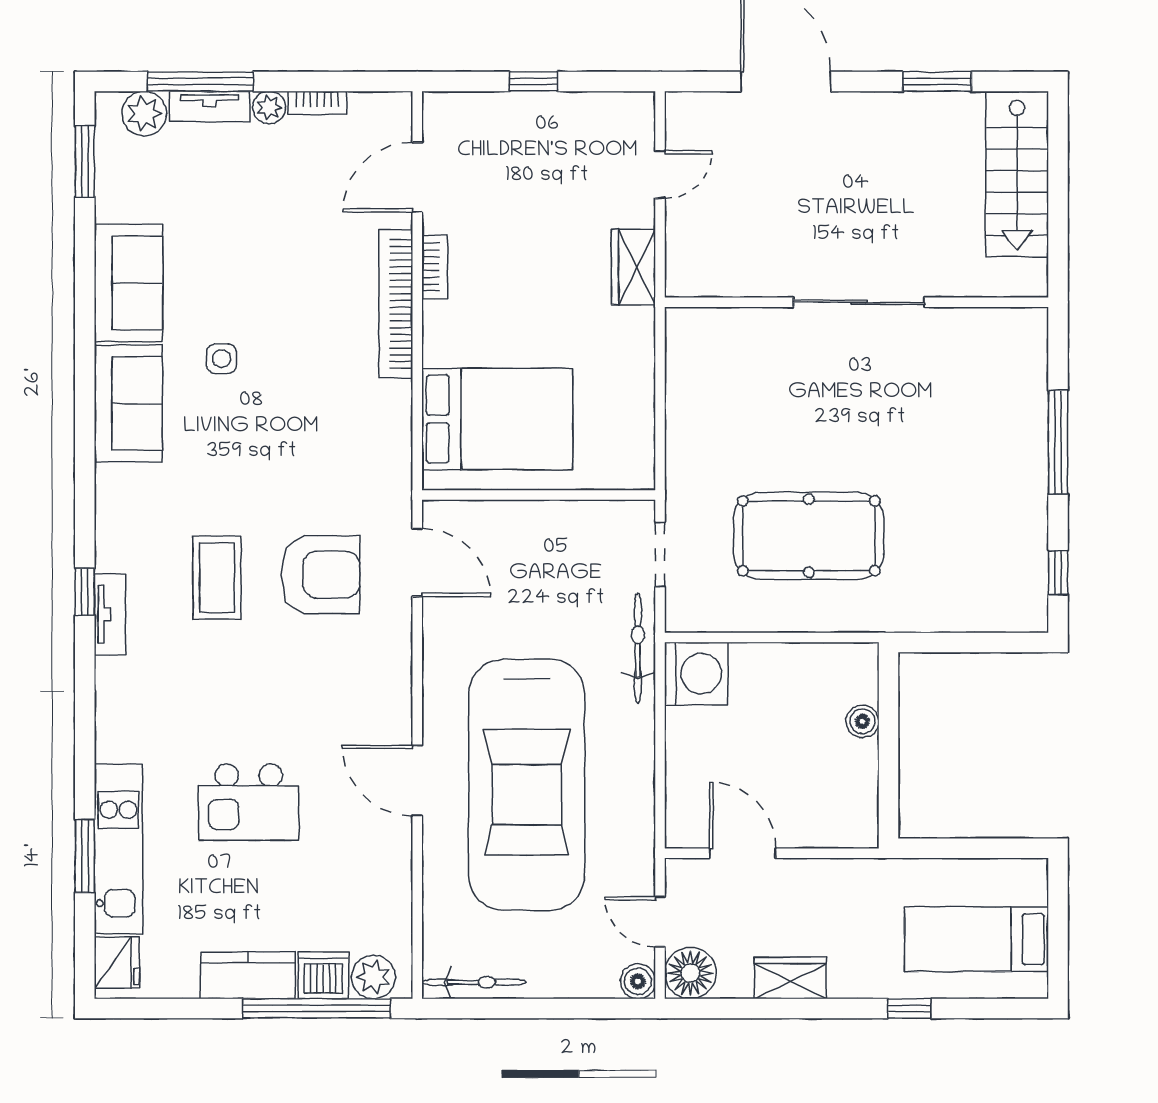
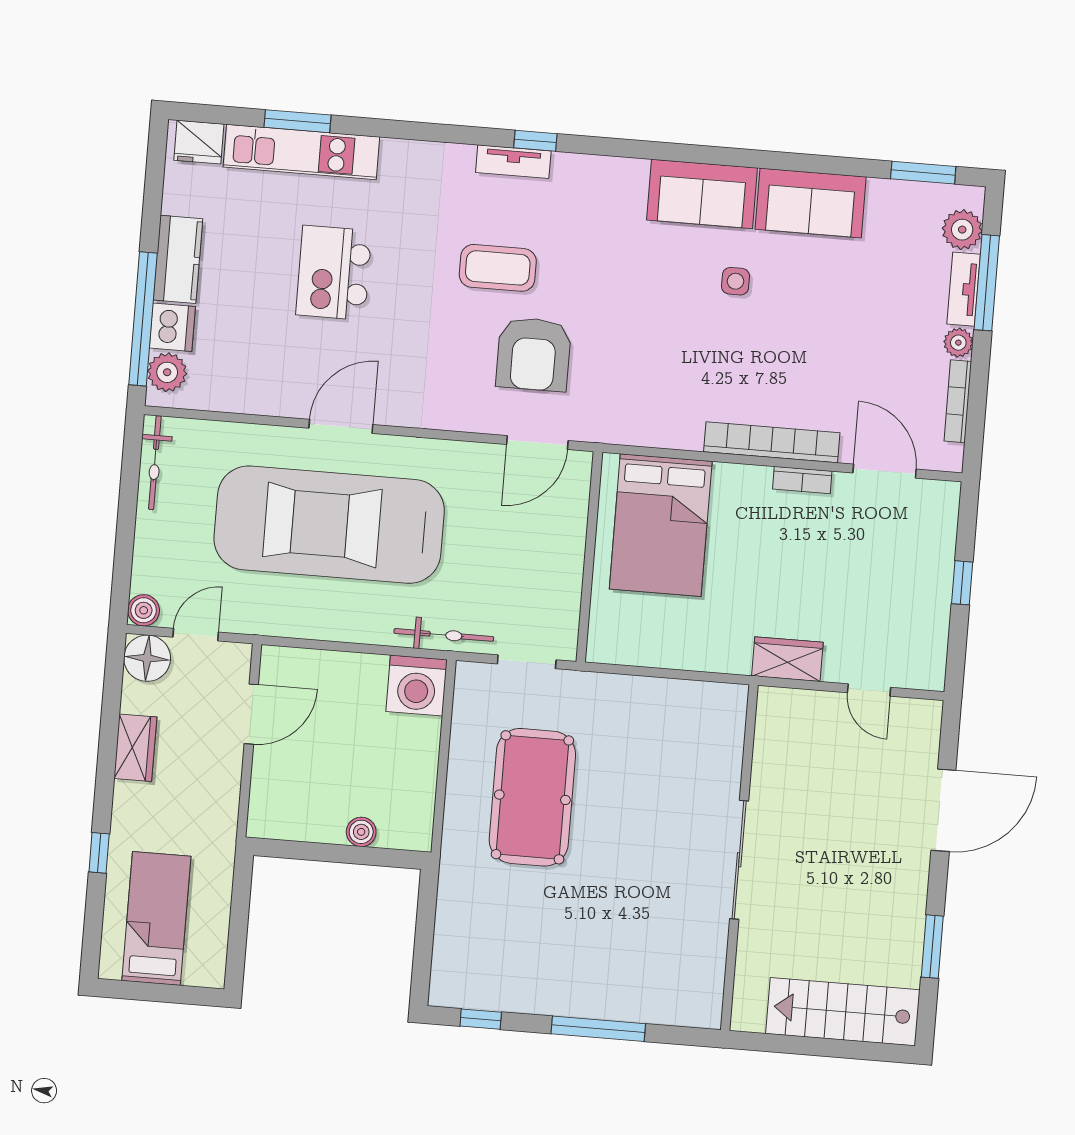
bookcase: (317, 103) -> (958, 401), width x1.56
coffee table: (217, 578) -> (498, 268), moved

